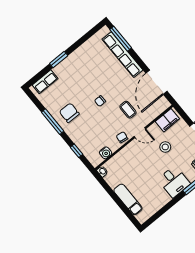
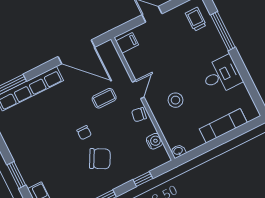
chair: (69, 113) -> (100, 159), moved, turned -153
filing cabinet: (167, 120) -> (127, 43), width x0.50
stool: (165, 147) -> (175, 100), moved
desk: (174, 182) -> (222, 75), moved

